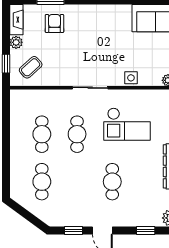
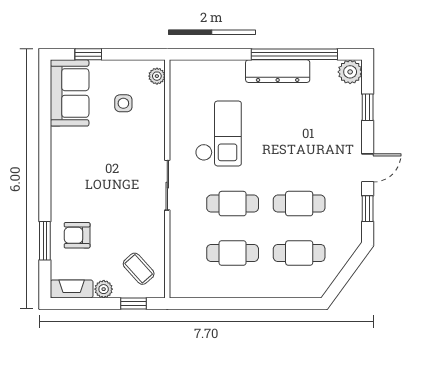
side table: (131, 78) -> (123, 103), moved
cafe table: (112, 182) -> (299, 204), moved

